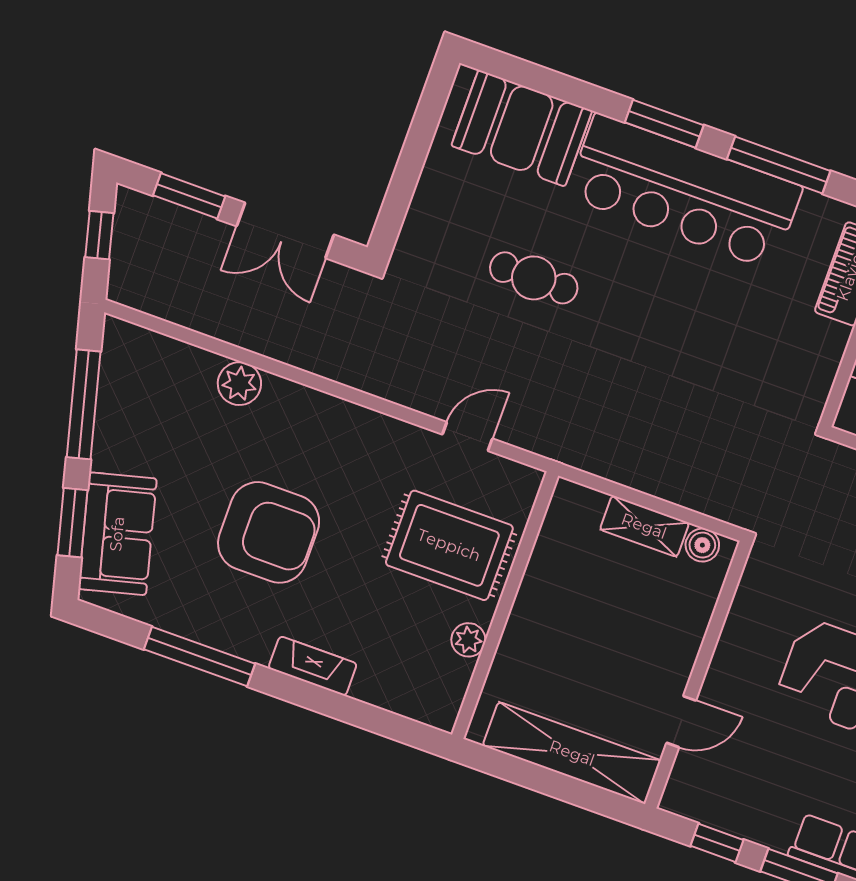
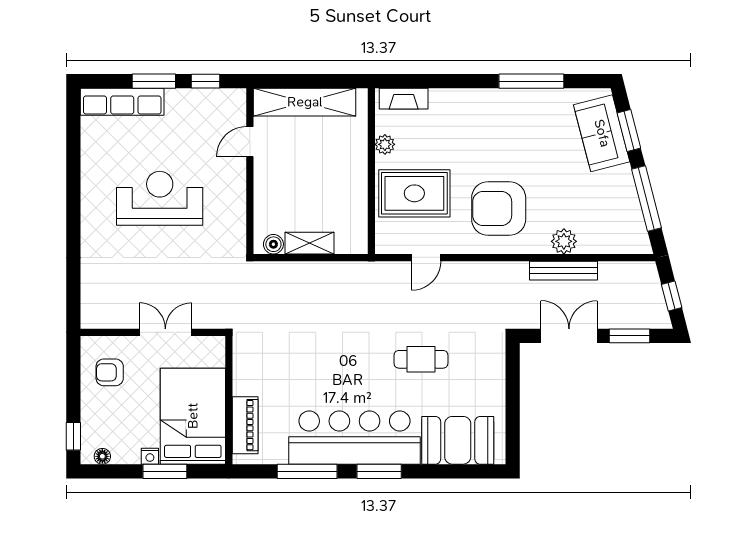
bench: (257, 337) -> (564, 271), added
armchair: (269, 532) -> (499, 209), moved
fireplace: (313, 666) -> (404, 99), moved

